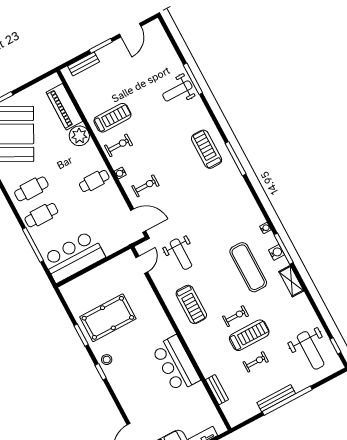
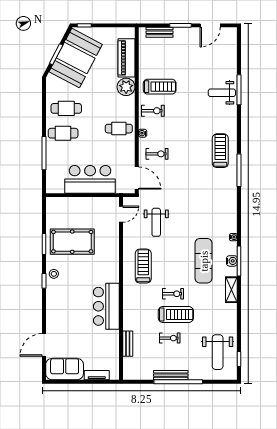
bar counter: (74, 257) -> (90, 179), moved
treadmill: (191, 304) -> (143, 266), turned 180

